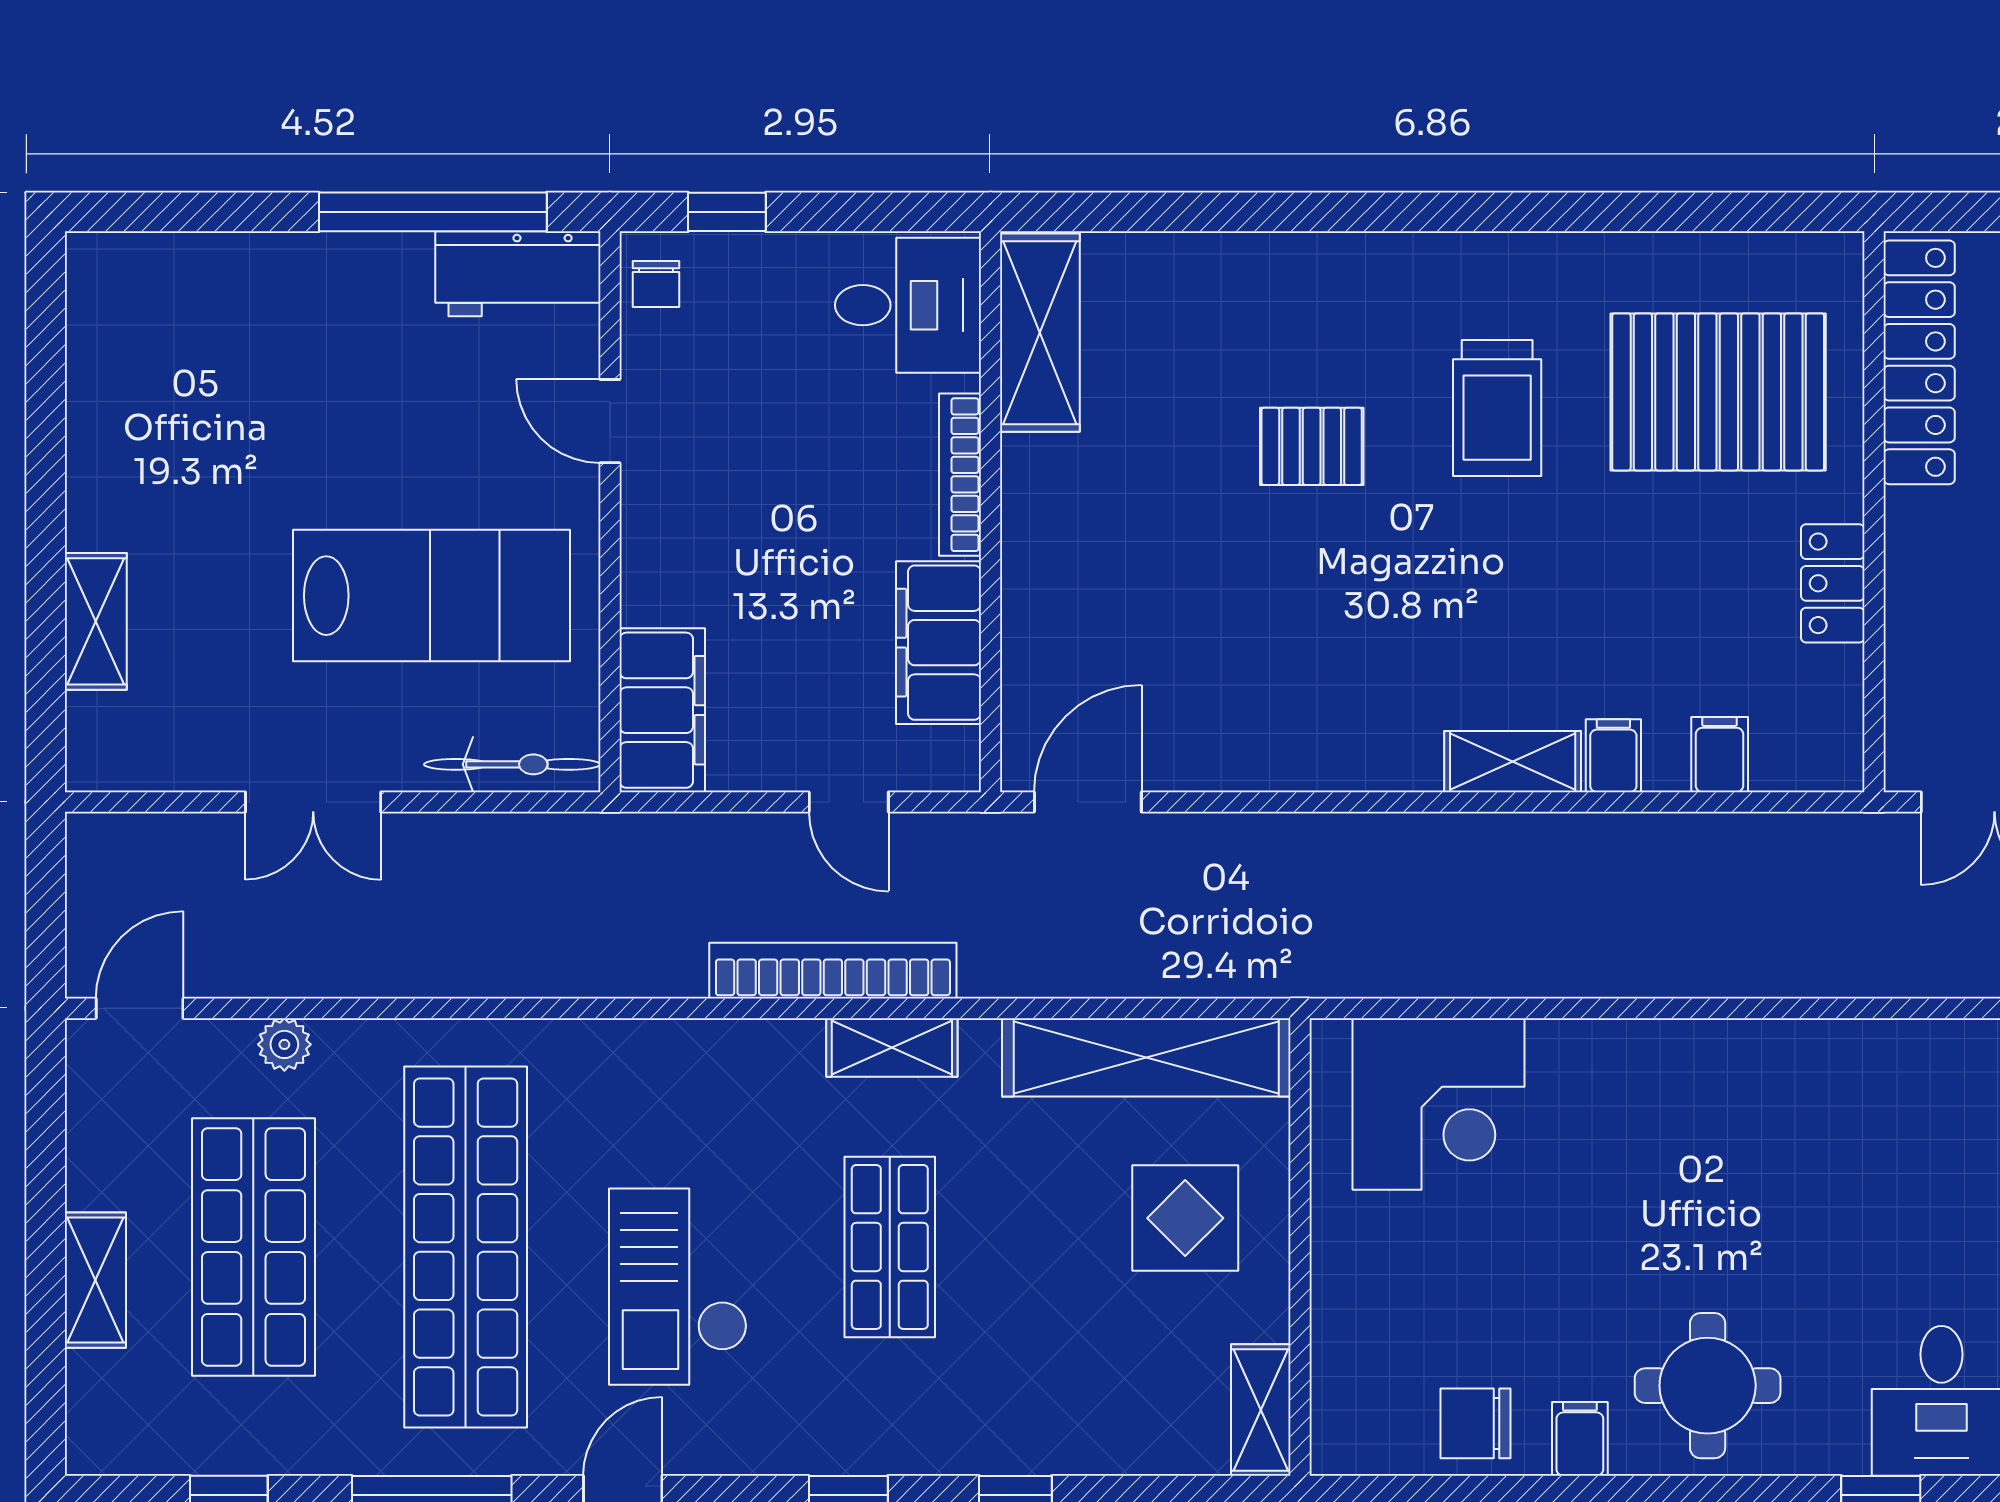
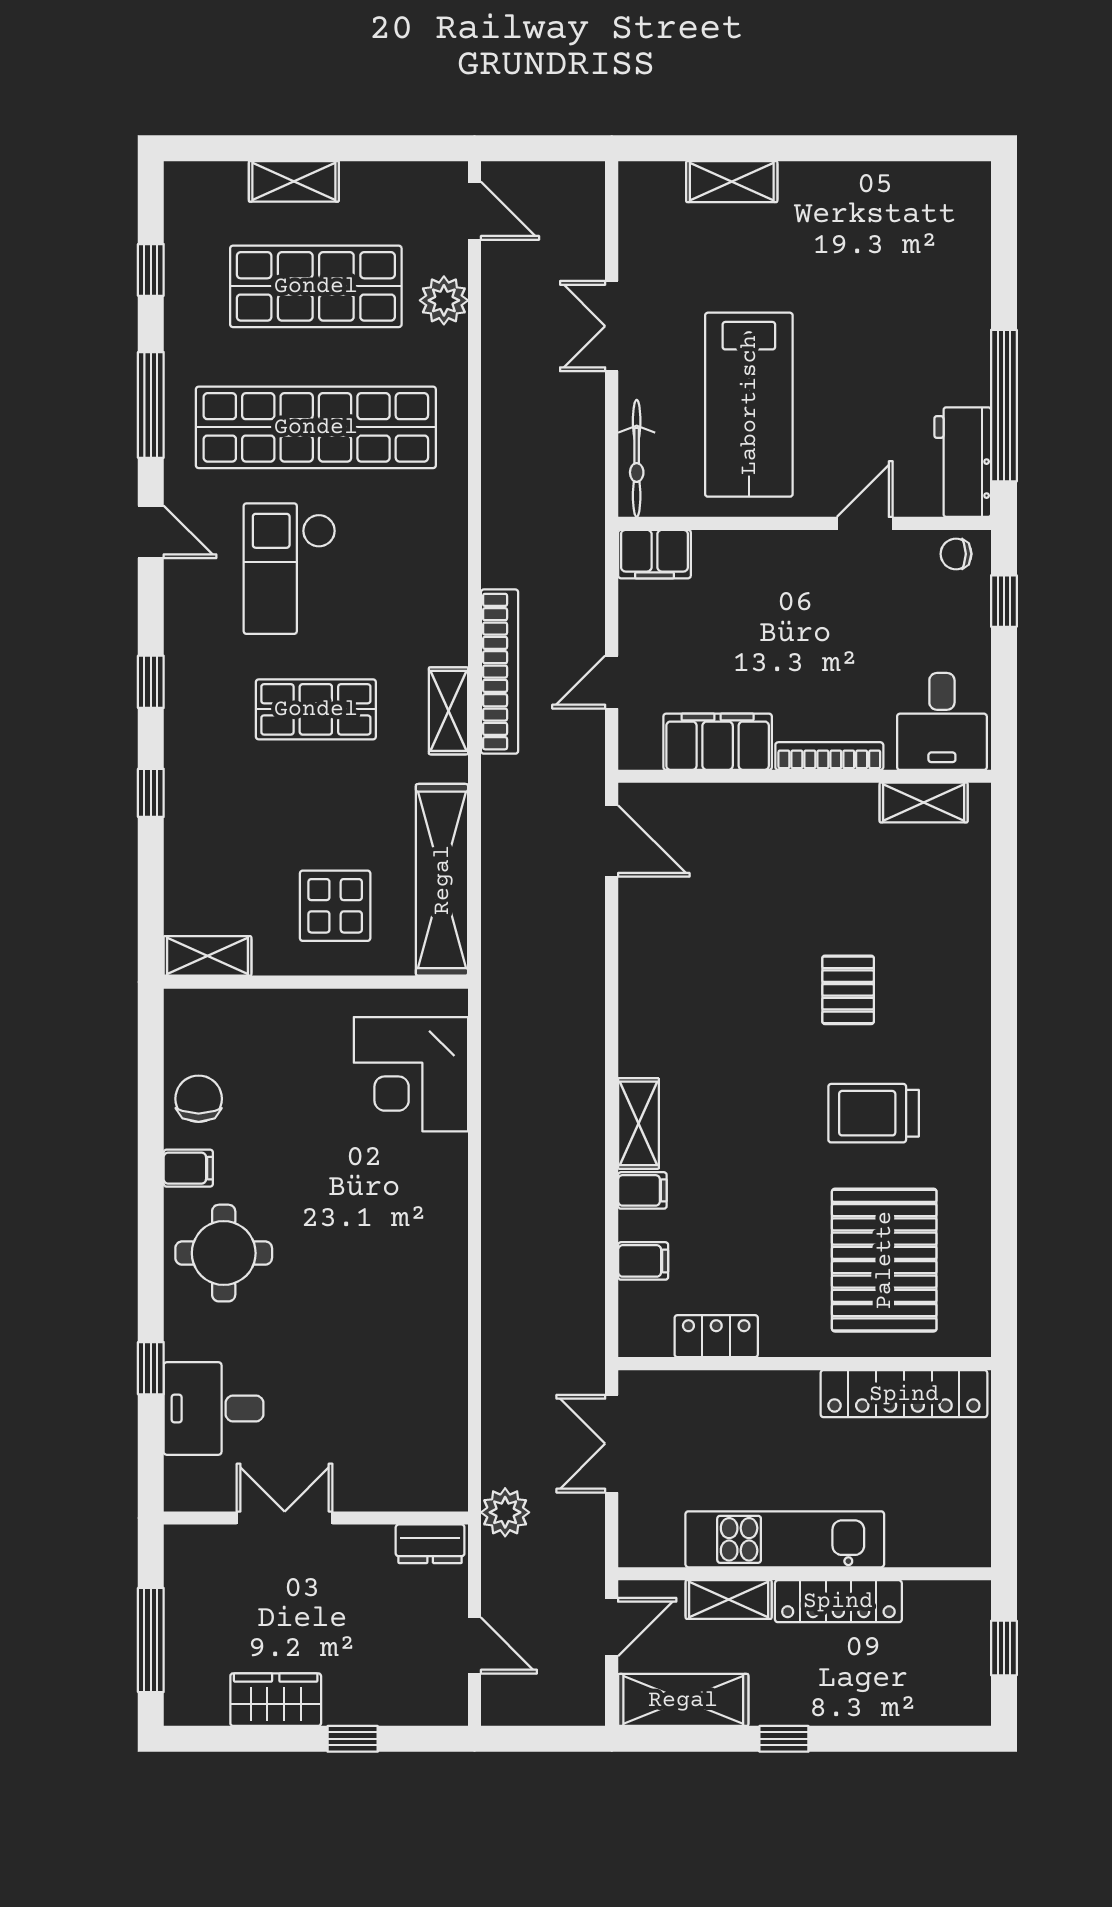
shelving: (1040, 333) -> (924, 803), width x0.67, depth x0.75
locker: (1833, 583) -> (716, 1336), moved
filing cabinet: (662, 710) -> (654, 554), width x0.67, depth x0.86
plant: (284, 1044) -> (444, 300), width x1.38, depth x1.38
checkout: (678, 1287) -> (290, 569), turned -90

